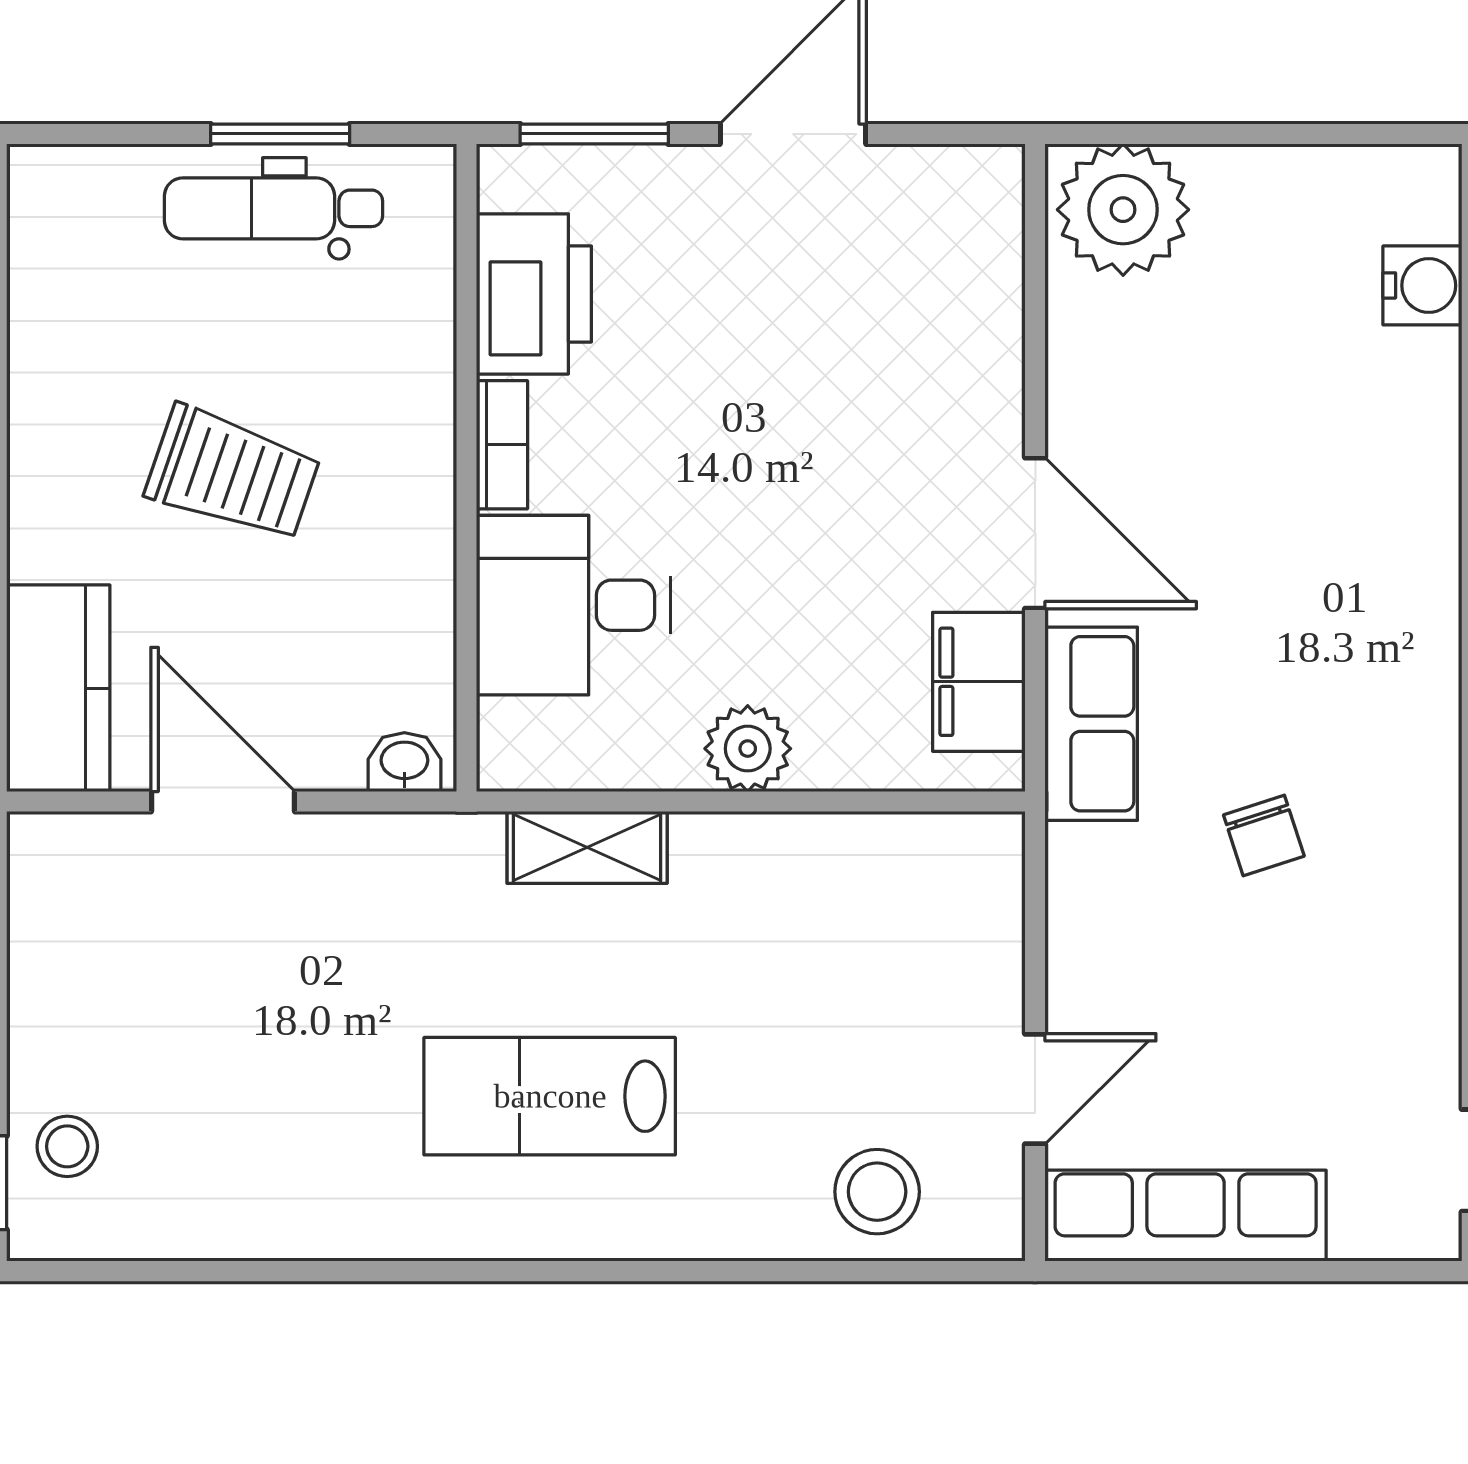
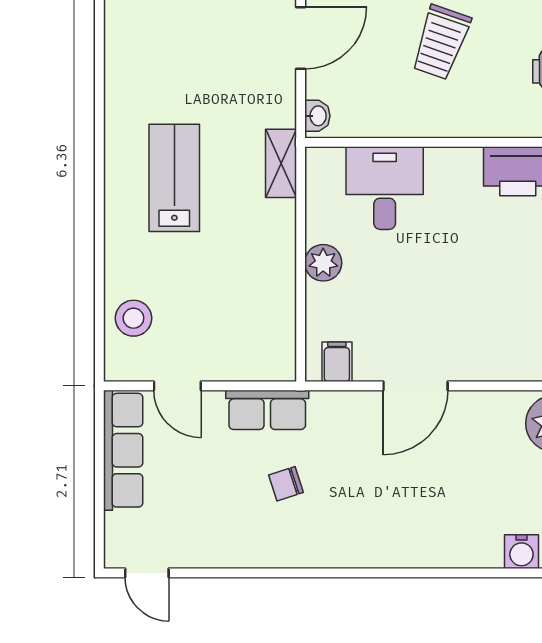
bookcase: (502, 445) -> (453, 158), removed
filing cabinet: (979, 682) -> (337, 362), width x0.50
row of seats: (1091, 724) -> (267, 410), moved
shelving: (587, 847) -> (281, 163), moved

